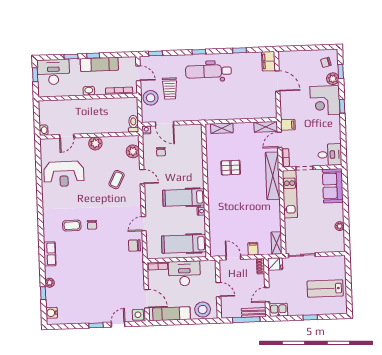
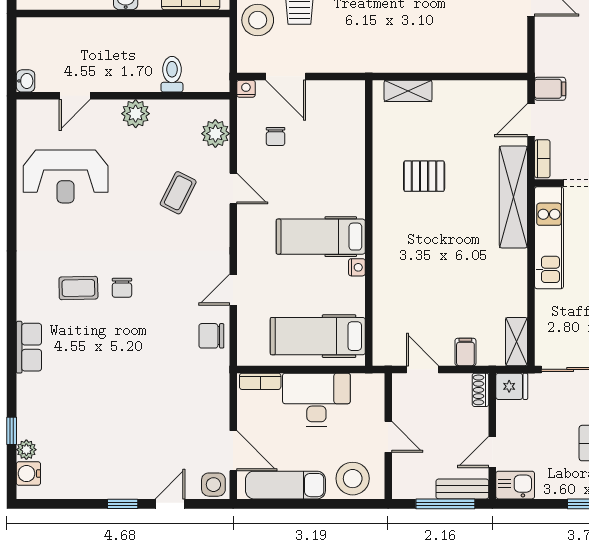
toilet: (133, 124) -> (172, 74), moved
shelving: (266, 127) -> (502, 91), removed
plant: (50, 283) -> (26, 450), moved

